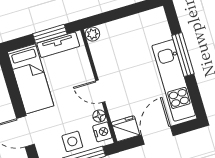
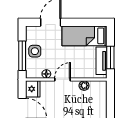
plant: (92, 34) -> (84, 86), moved
nightstand: (102, 132) -> (35, 73), removed

